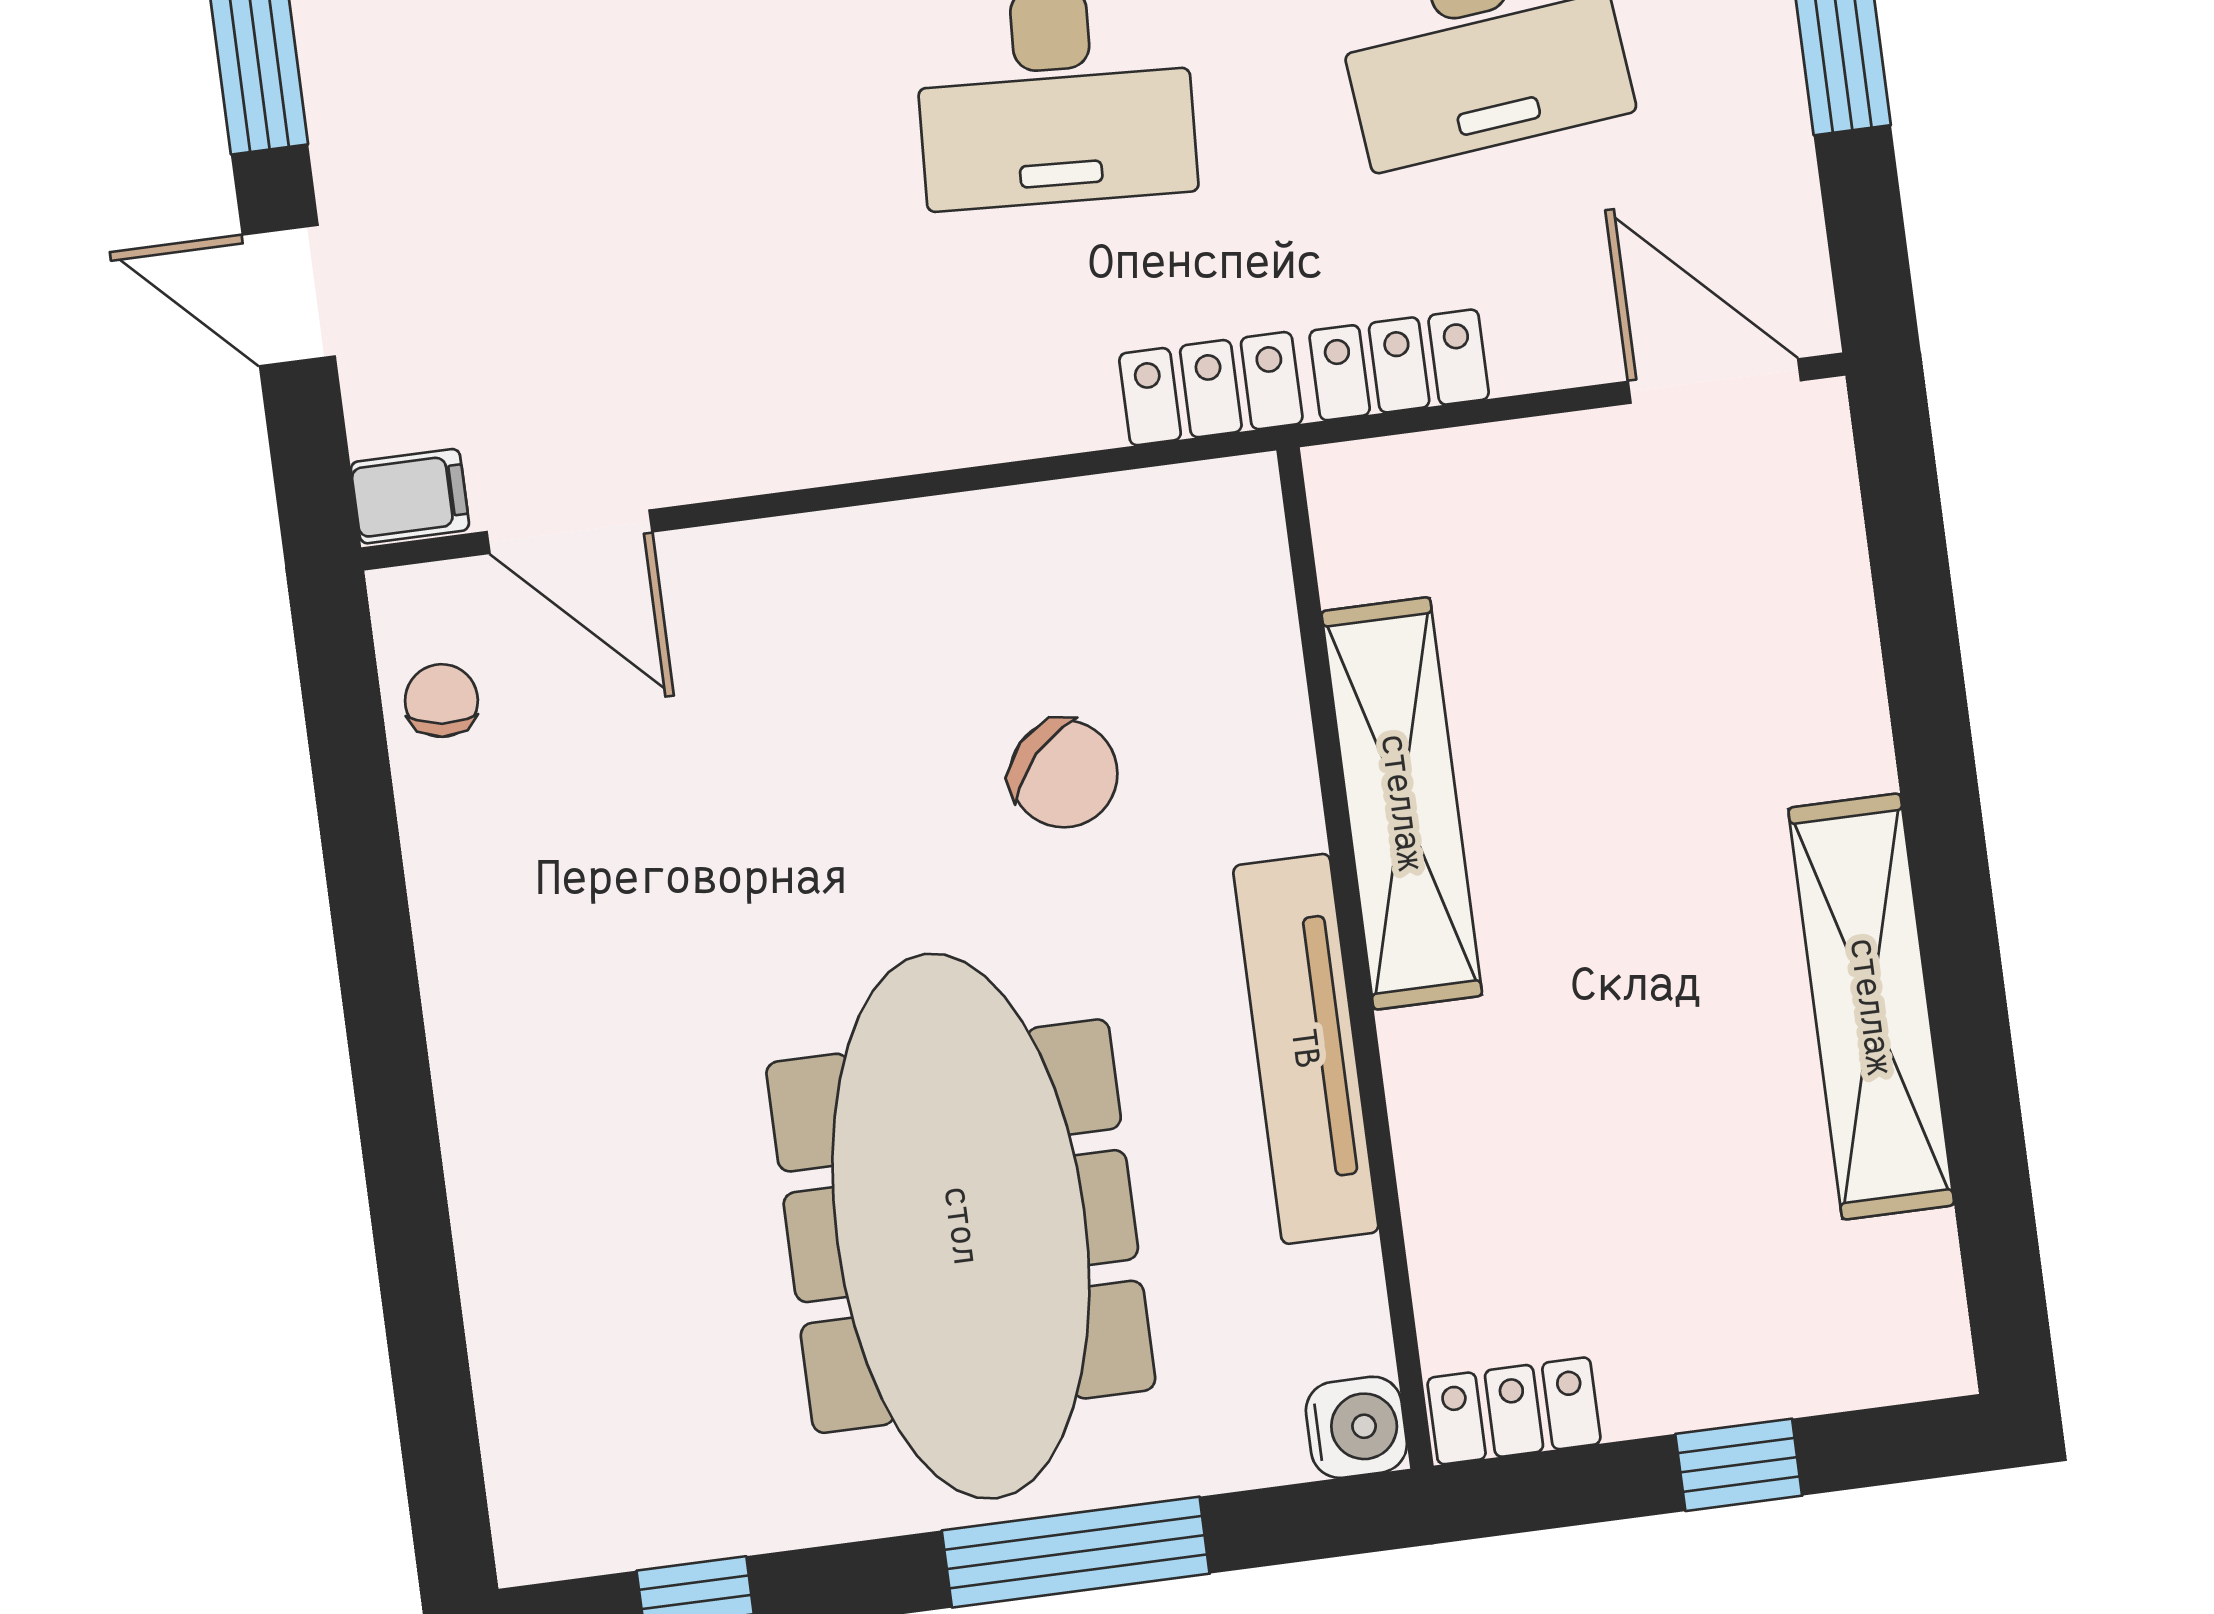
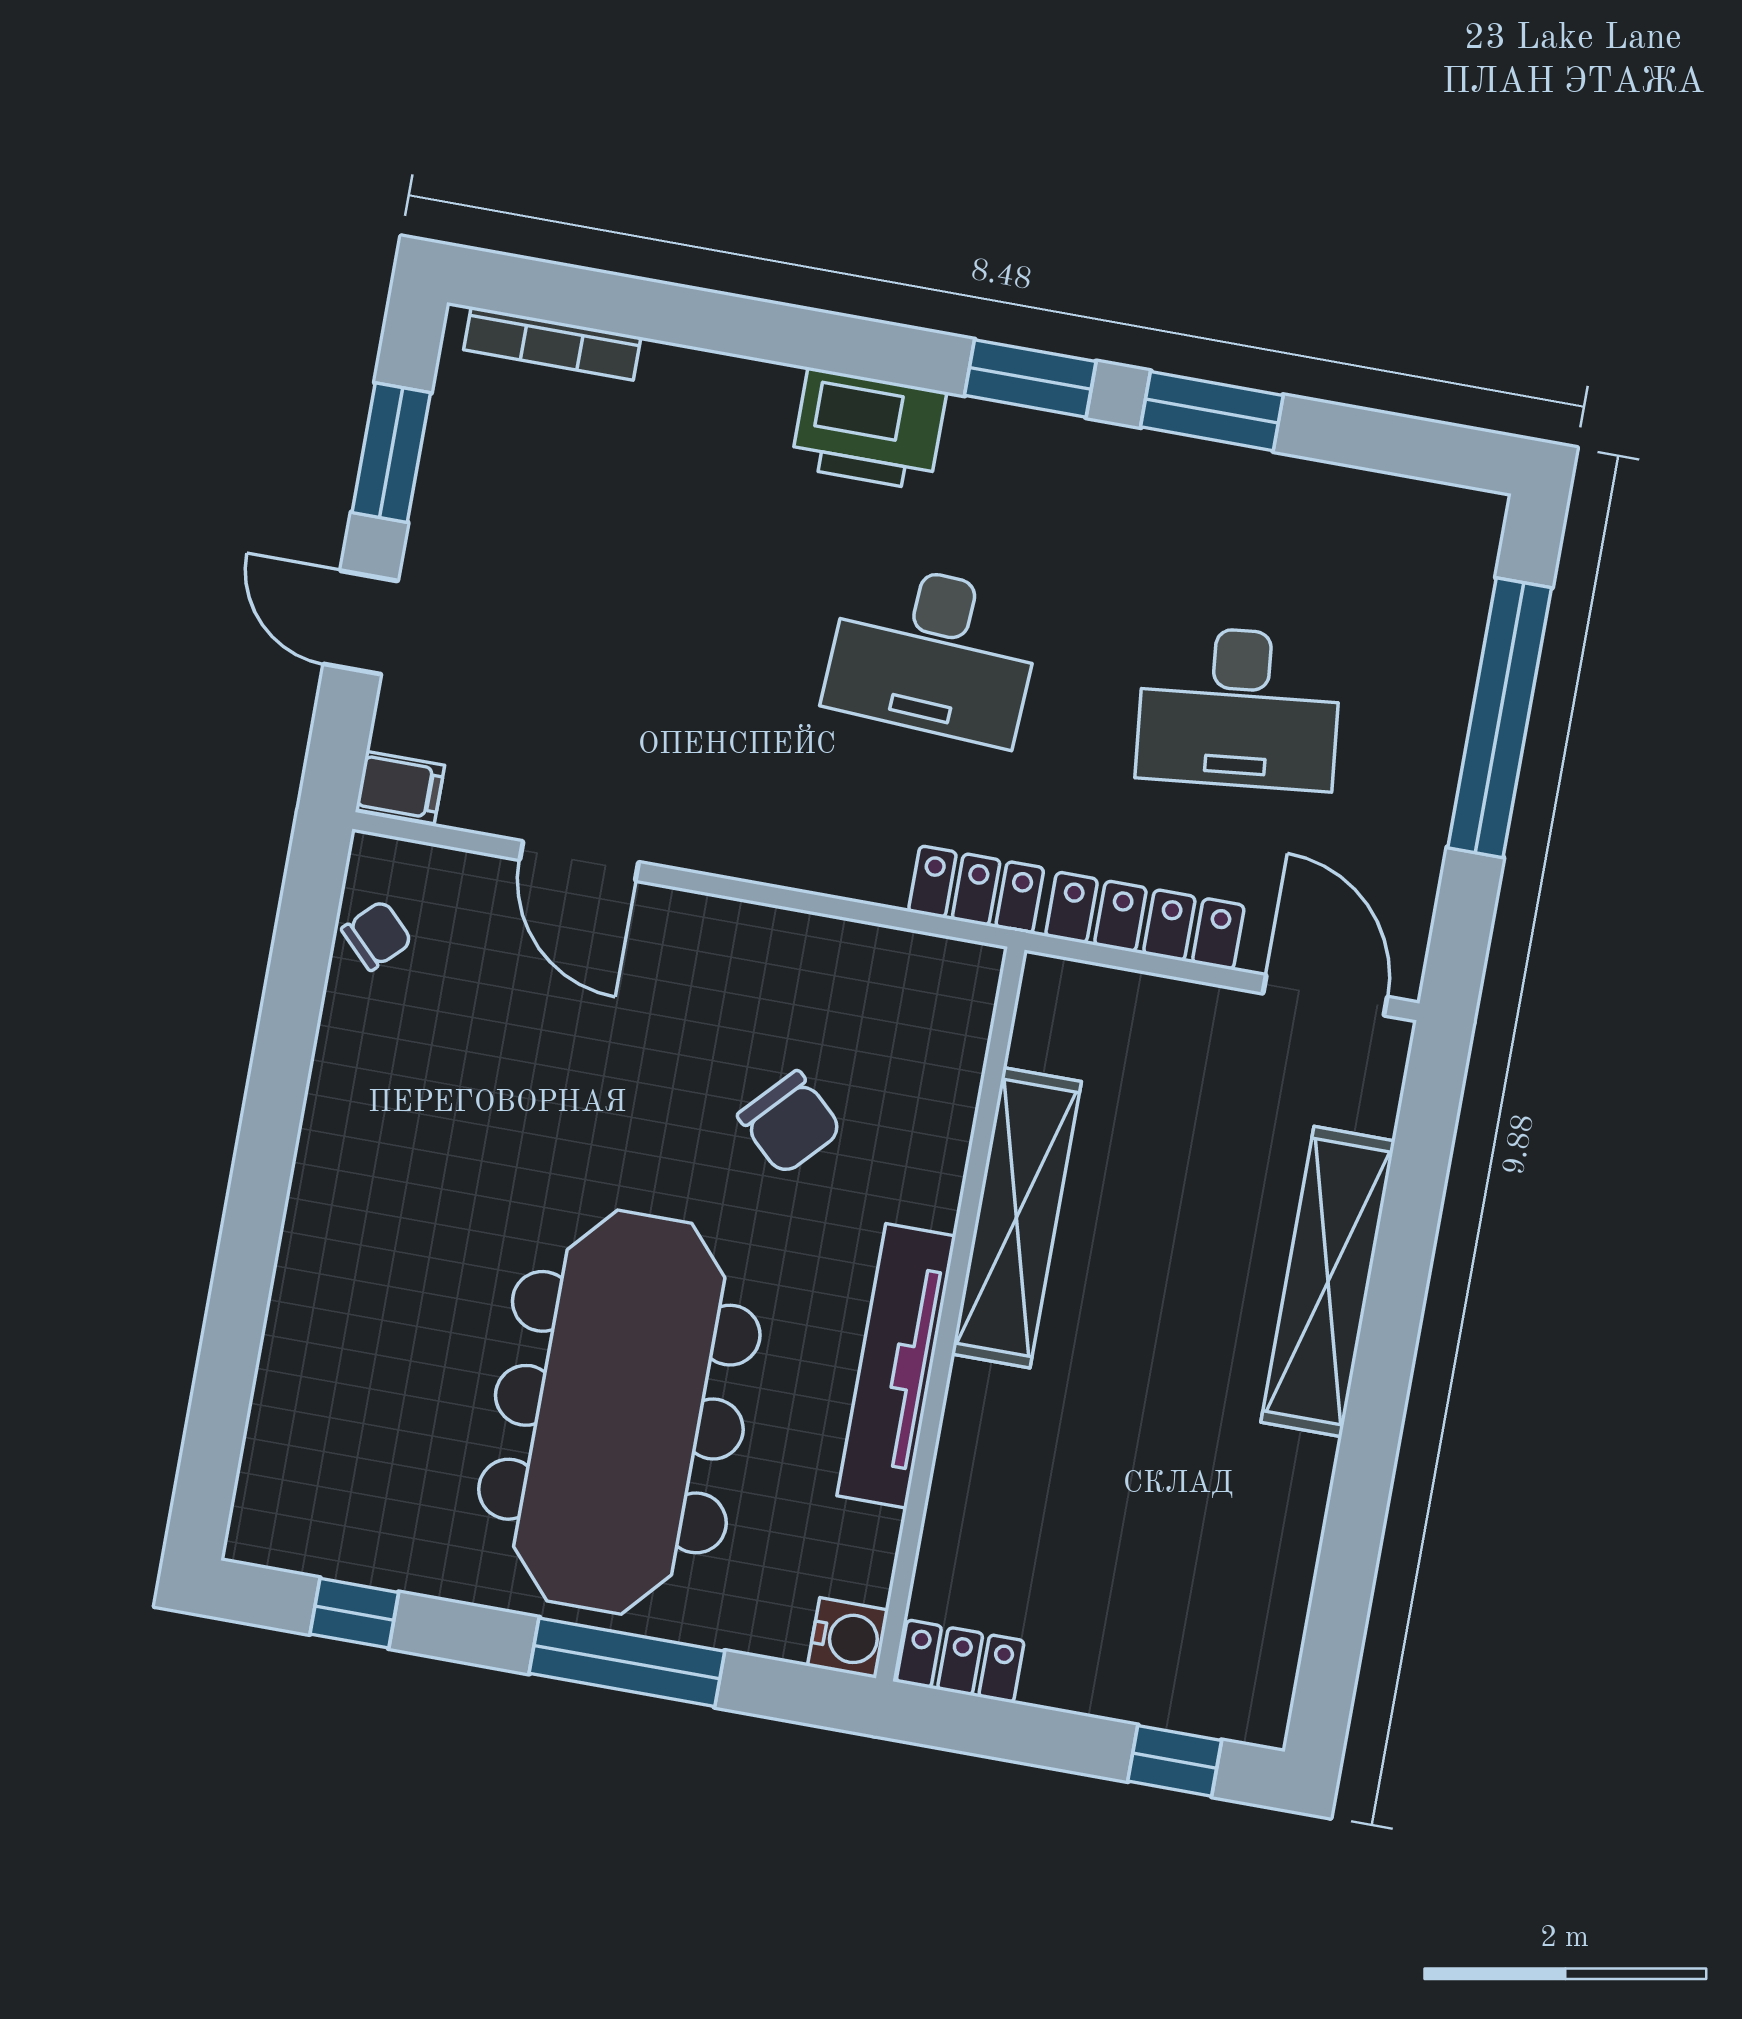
locker: (1399, 365) -> (1145, 921), width x1.53
door: (569, 532) -> (579, 861), moved
chair: (441, 701) -> (377, 935), turned 39
shelving: (1871, 1007) -> (1328, 1282), moved
window: (1739, 1465) -> (1175, 1761), moved

